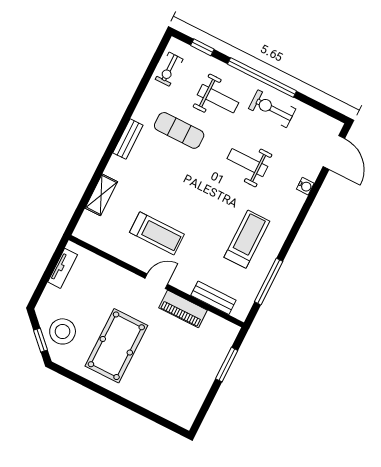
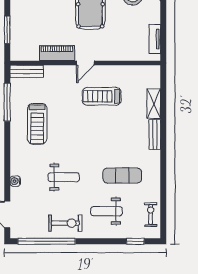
window: (262, 77) -> (47, 241), moved
bench: (128, 139) -> (155, 135), moved
bench: (213, 298) -> (27, 71), moved

